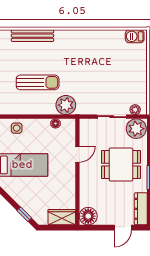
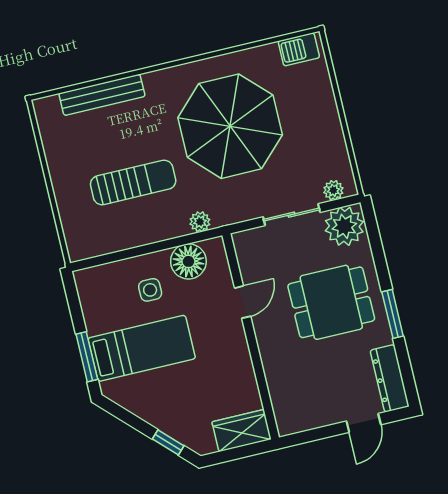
parasol: (92, 66) -> (230, 126), added
plant: (66, 105) -> (200, 222), width x0.53, depth x0.53
floor lamp: (55, 123) -> (188, 261), width x1.89, depth x1.89
side table: (17, 128) -> (150, 290), moved
floor lamp: (88, 216) -> (292, 417), removed

